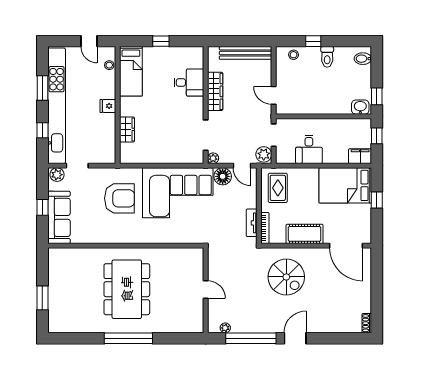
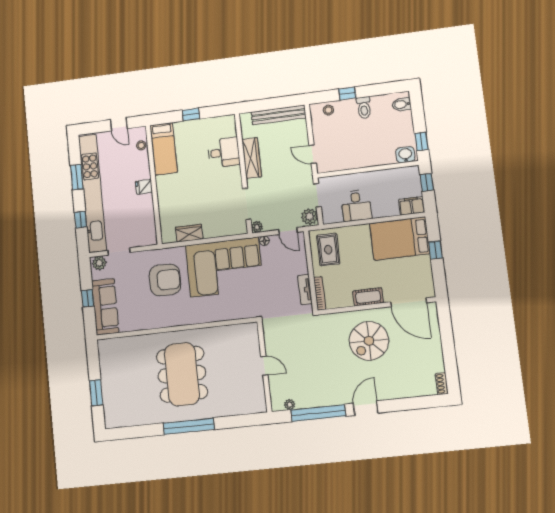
wardrobe: (127, 129) -> (189, 233), moved, turned -90
floor lamp: (223, 176) -> (264, 241), width x0.53, depth x0.53
cot: (305, 234) -> (368, 297), width x0.73, depth x0.75
spiral stairs: (286, 277) -> (369, 341), moved, turned 90

